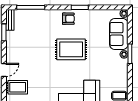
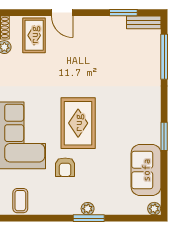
armchair: (68, 19) -> (65, 167), moved
sofa: (119, 34) -> (146, 170), moved, turned -90
rug: (71, 49) -> (78, 123), moved

